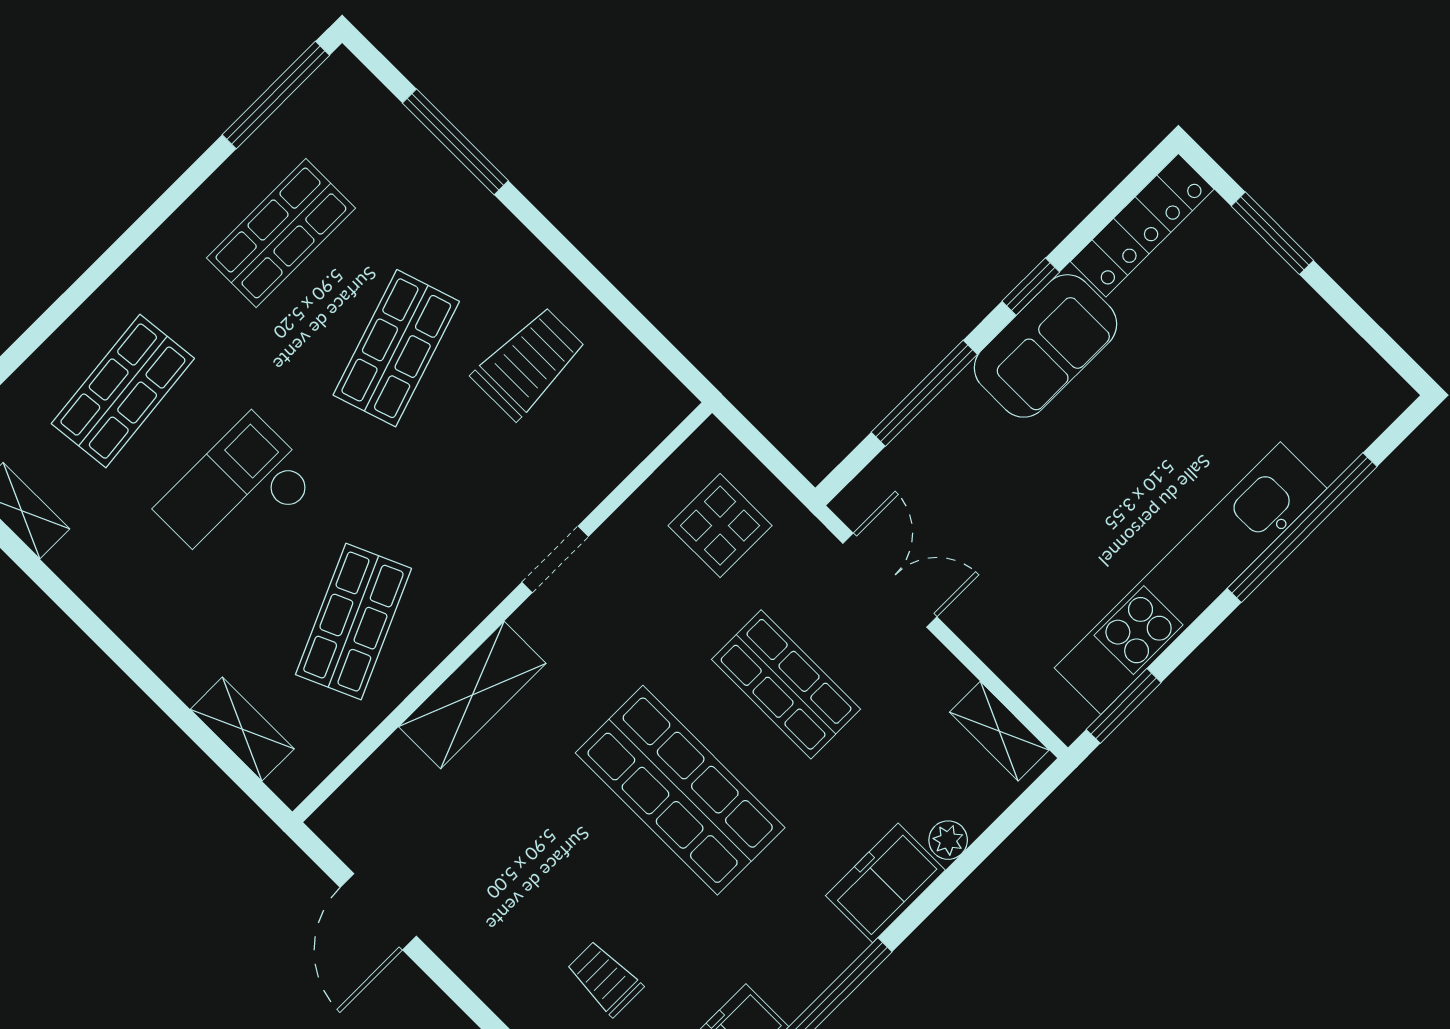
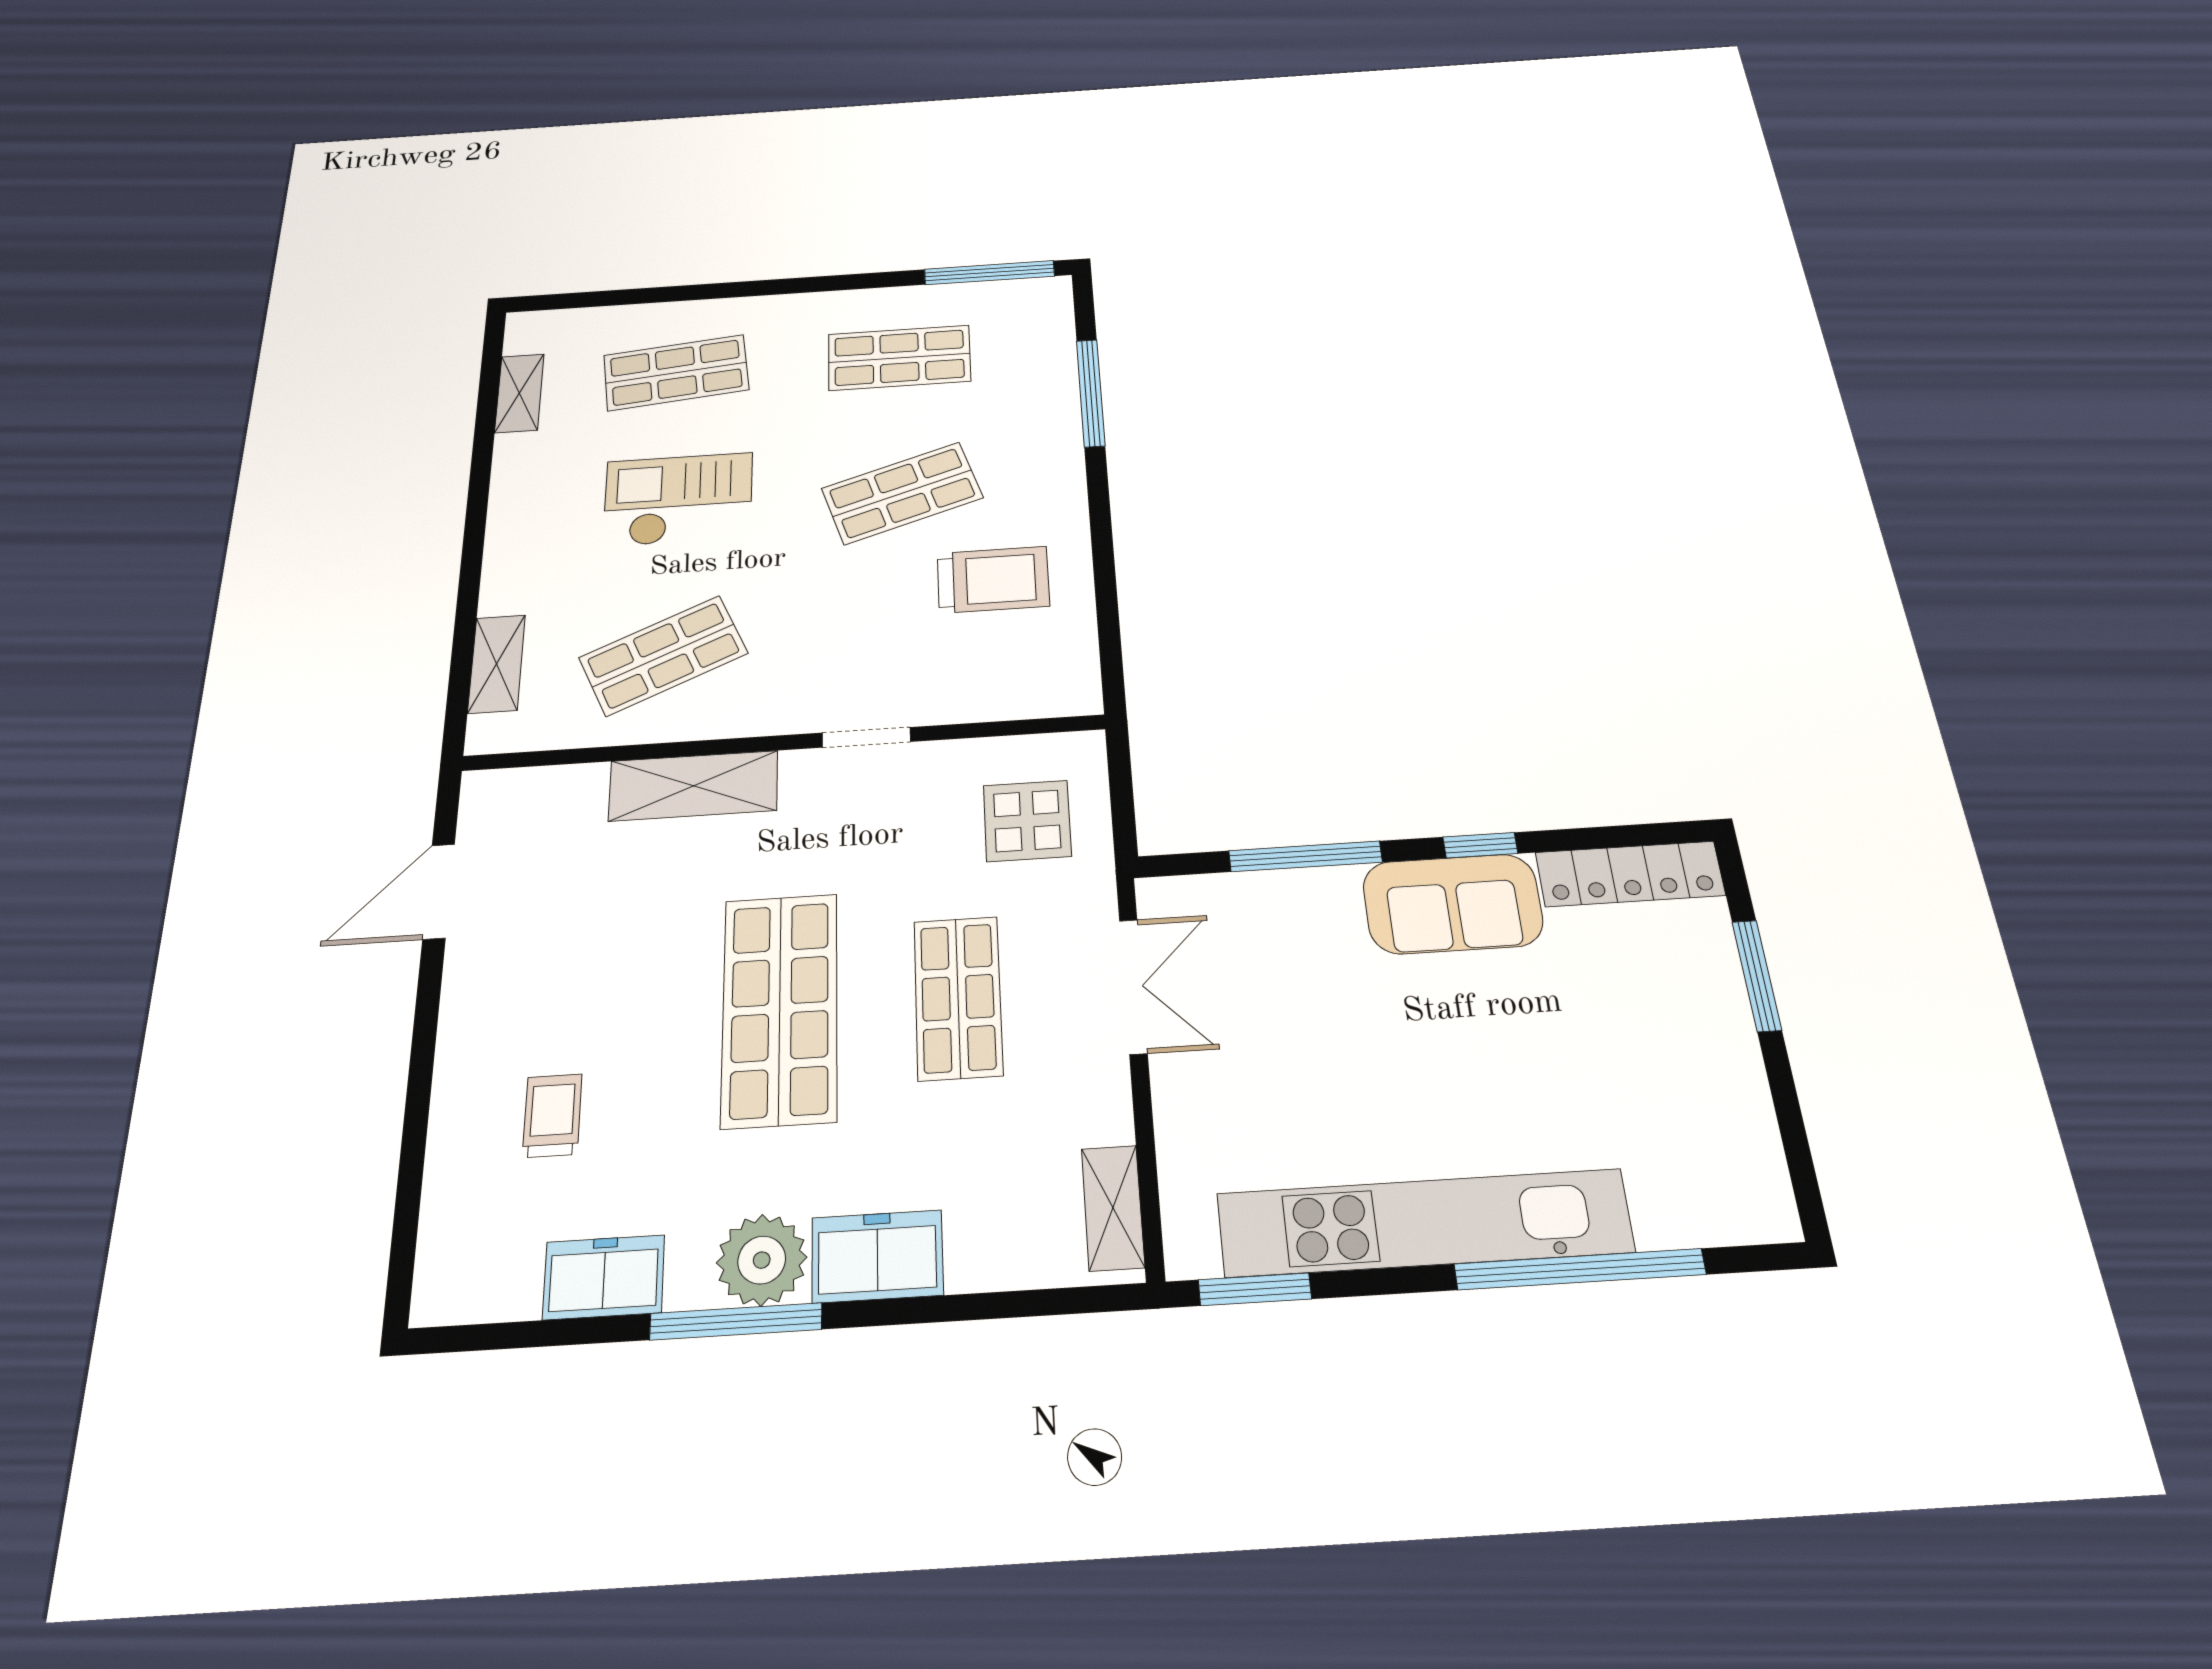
plant: (948, 840) -> (762, 1260), moved, width x1.87, depth x1.87

